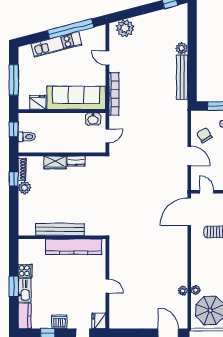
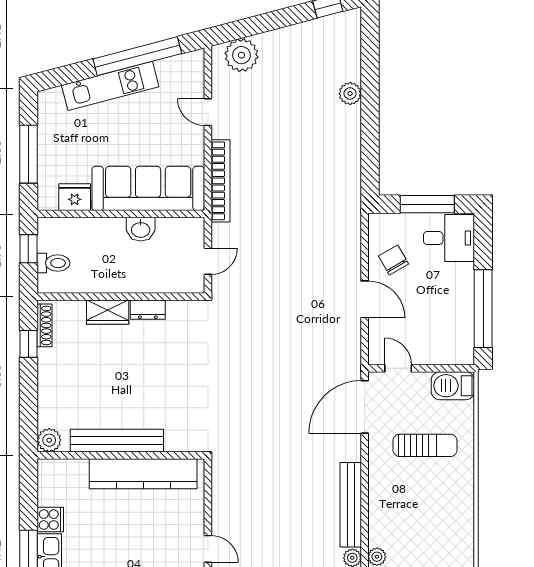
bench: (182, 77) -> (351, 505), moved
washbasin: (93, 119) -> (141, 229), moved
plant: (25, 188) -> (49, 440), moved

